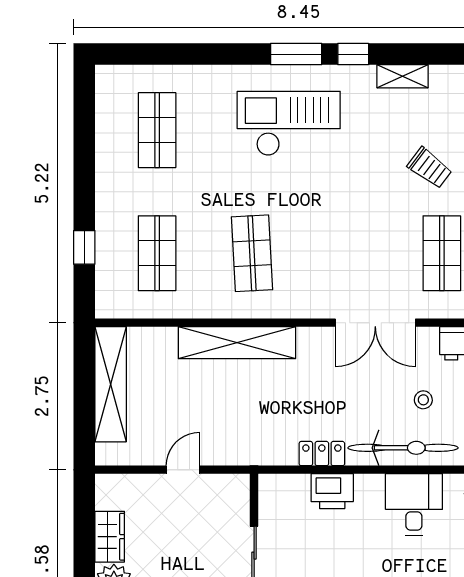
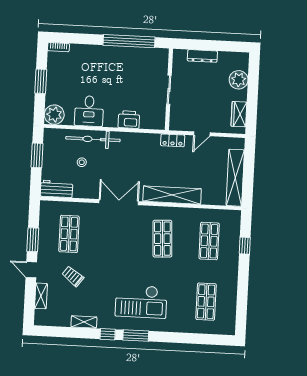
double door: (375, 323) -> (119, 202), moved
locker: (322, 454) -> (173, 140), moved
wardrobe: (110, 537) -> (239, 114), moved

